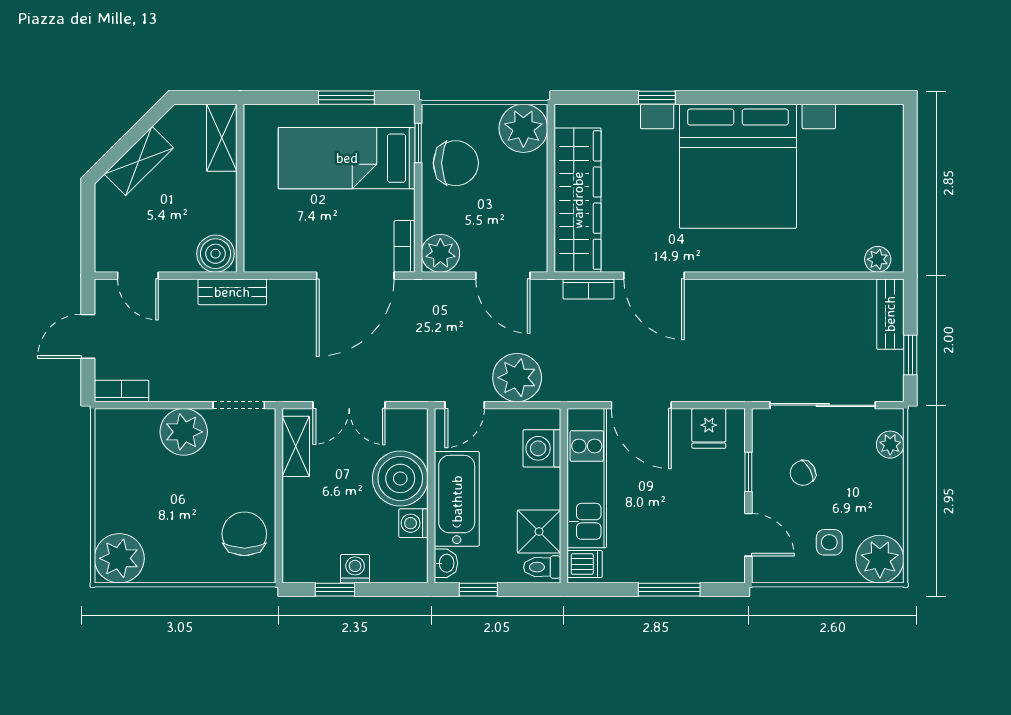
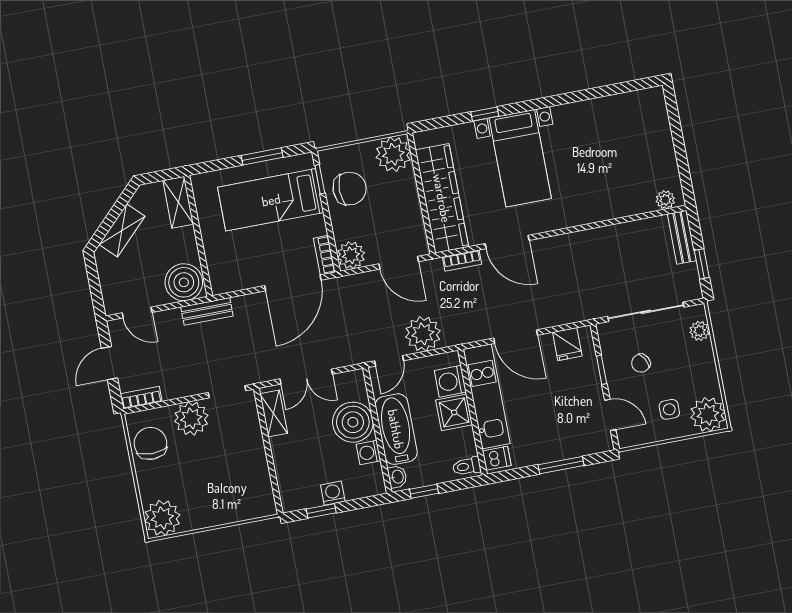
bed with nightstands: (738, 166) -> (520, 158), width x0.54
boiler: (215, 254) -> (184, 282), width x1.37, depth x1.37
shower: (539, 531) -> (454, 412), moved
chair: (244, 534) -> (150, 443), moved

